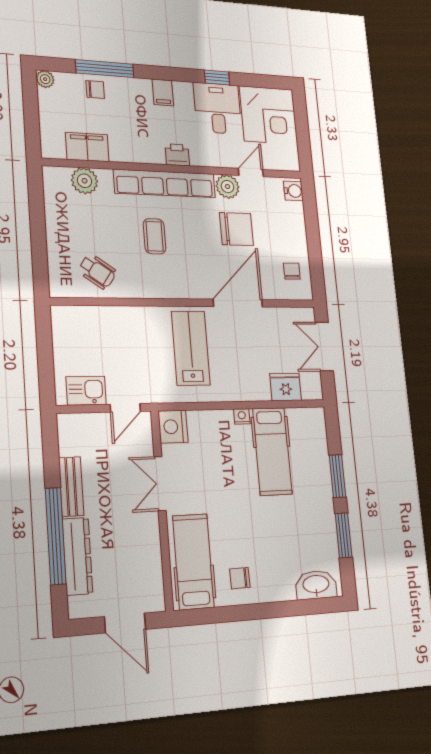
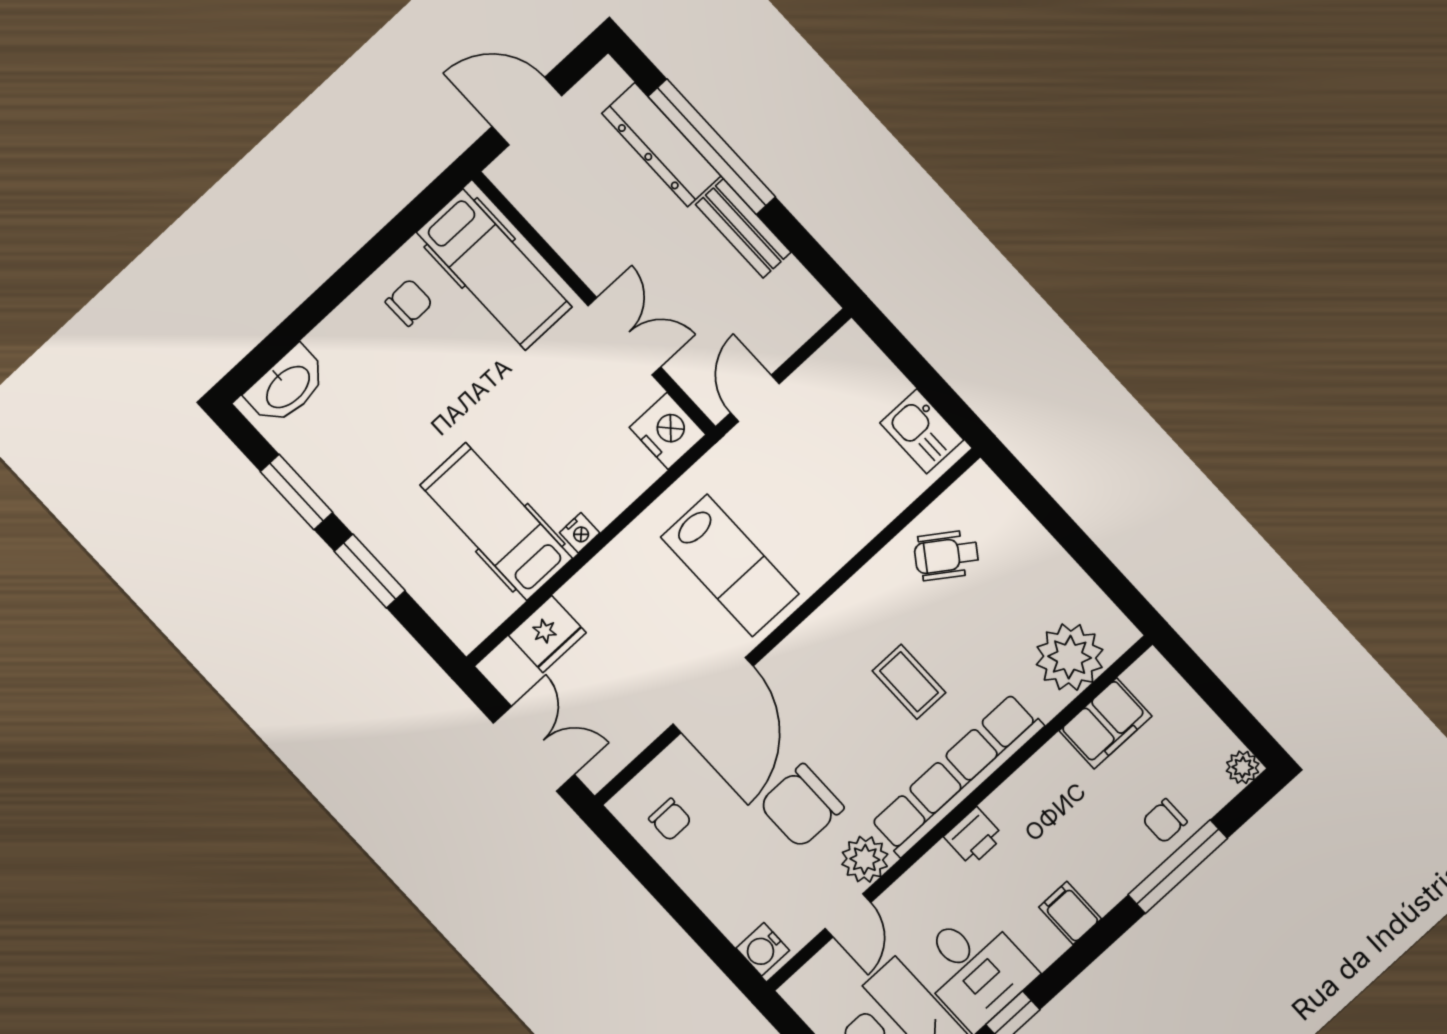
plant: (85, 181) -> (1070, 657), width x1.36, depth x1.36
kitchen sink: (86, 391) -> (922, 431), moved, turned 90

